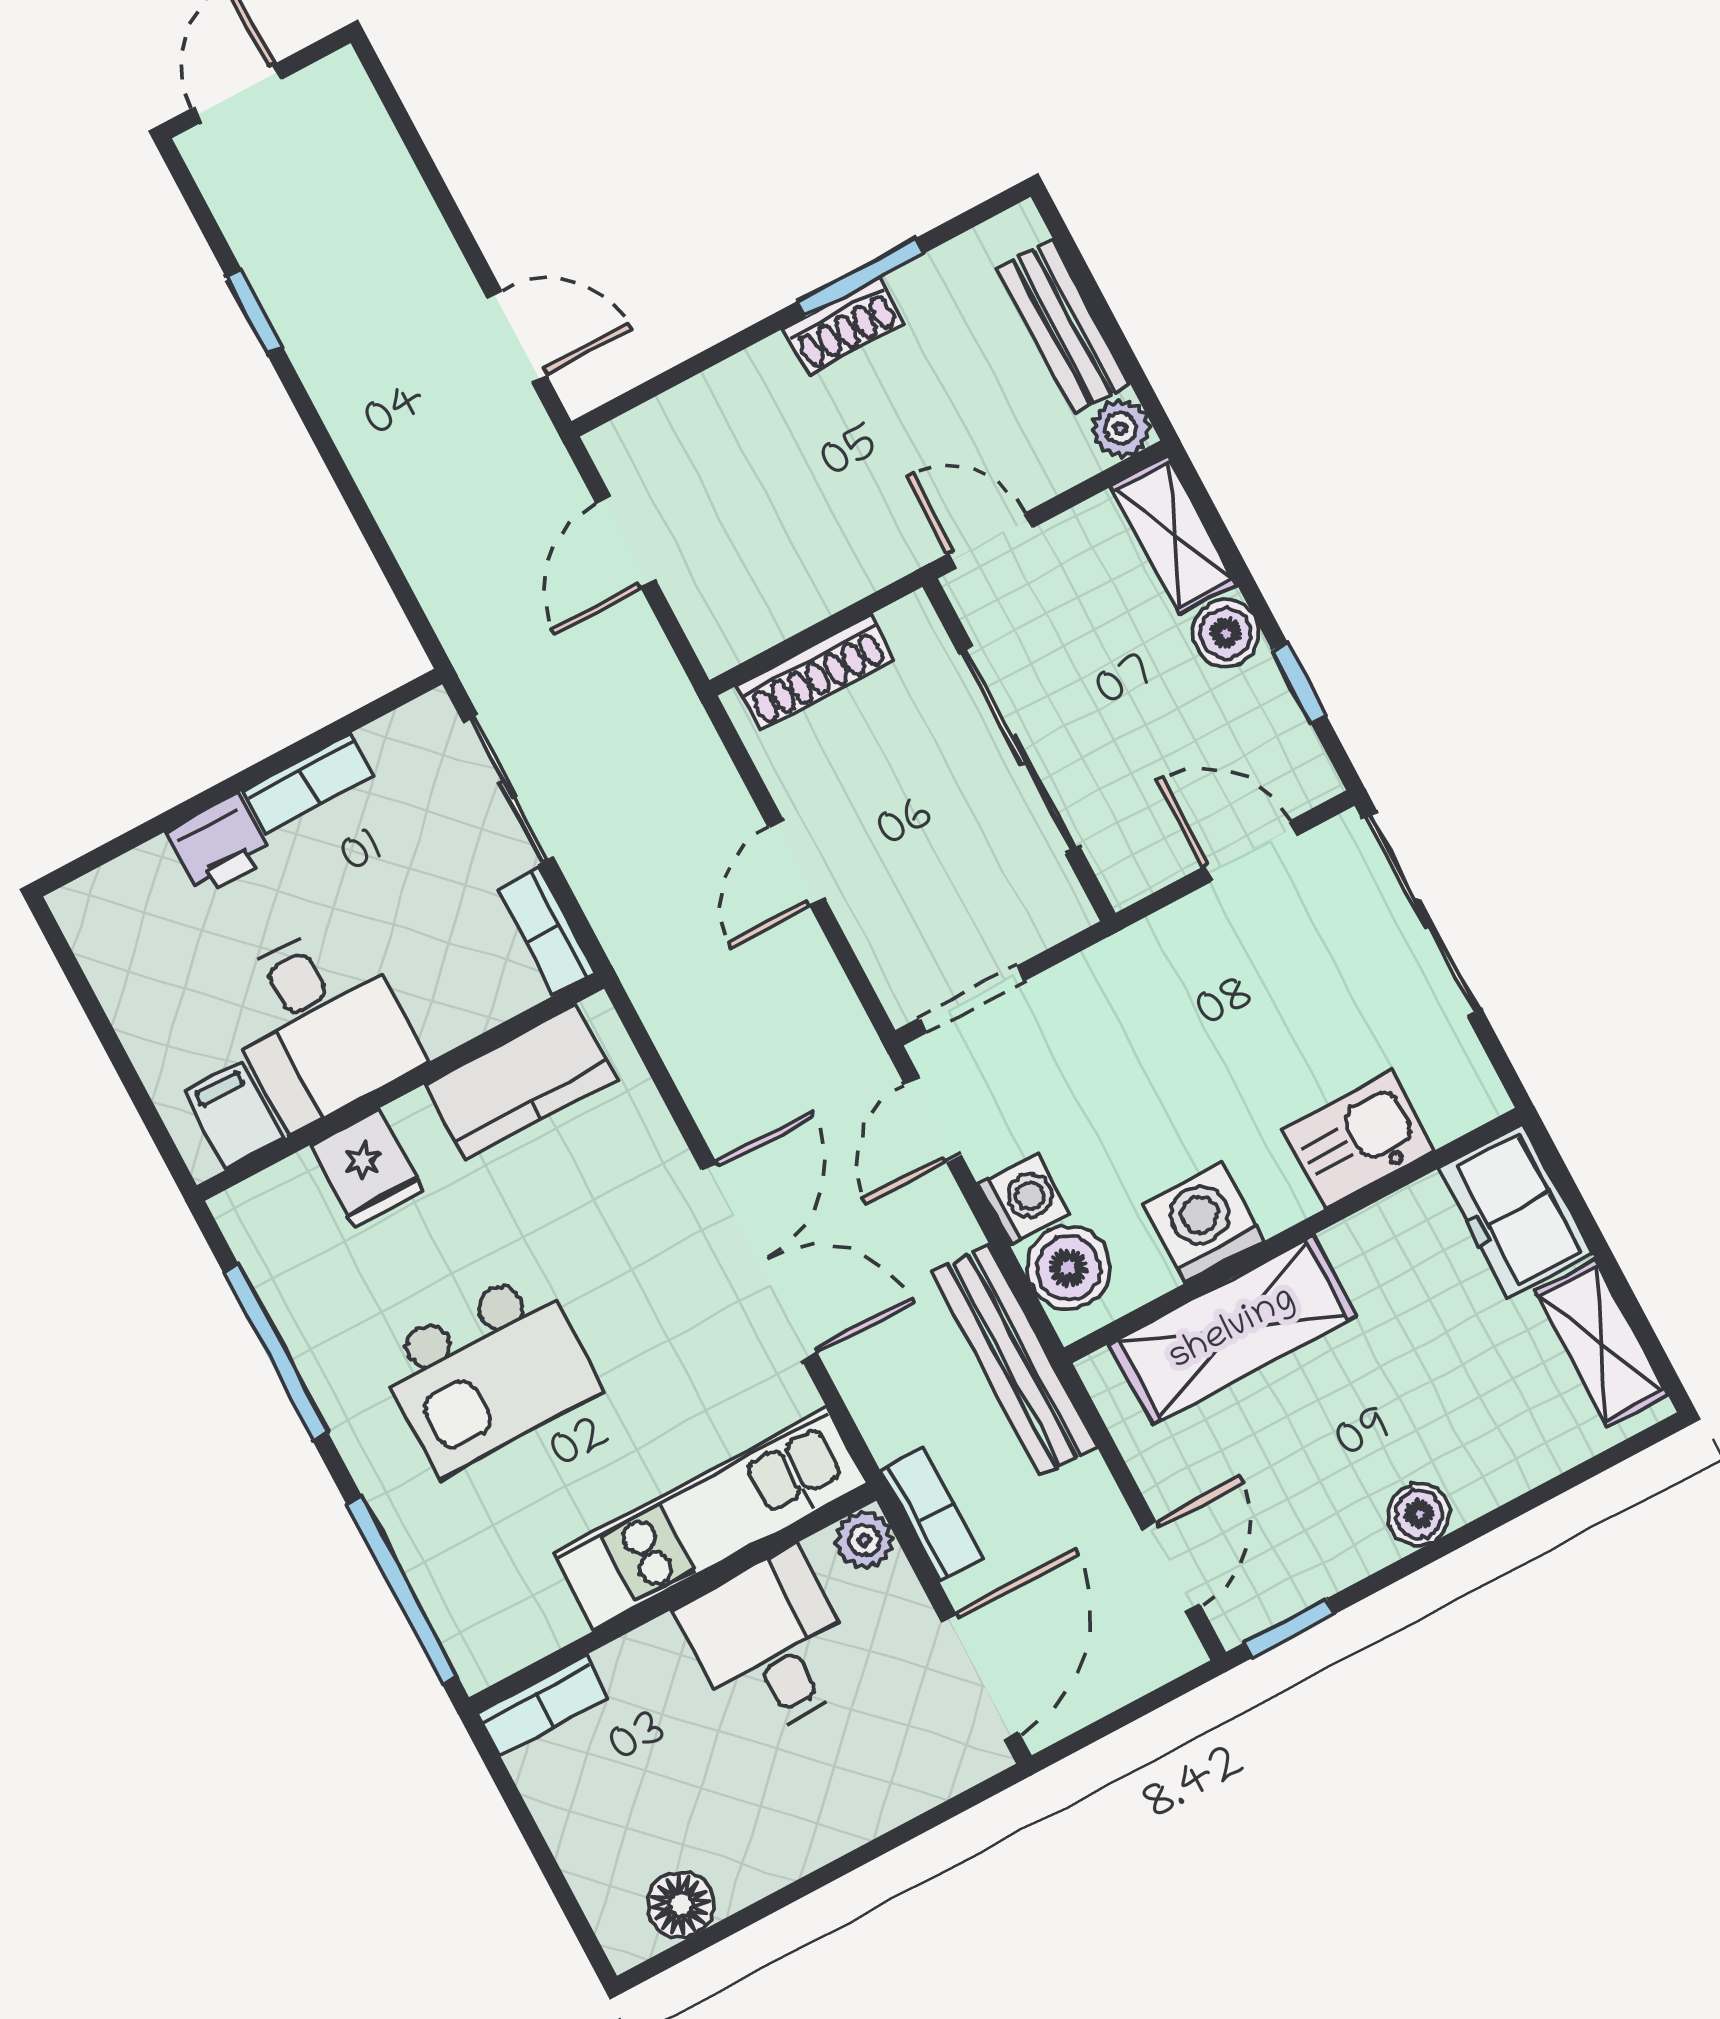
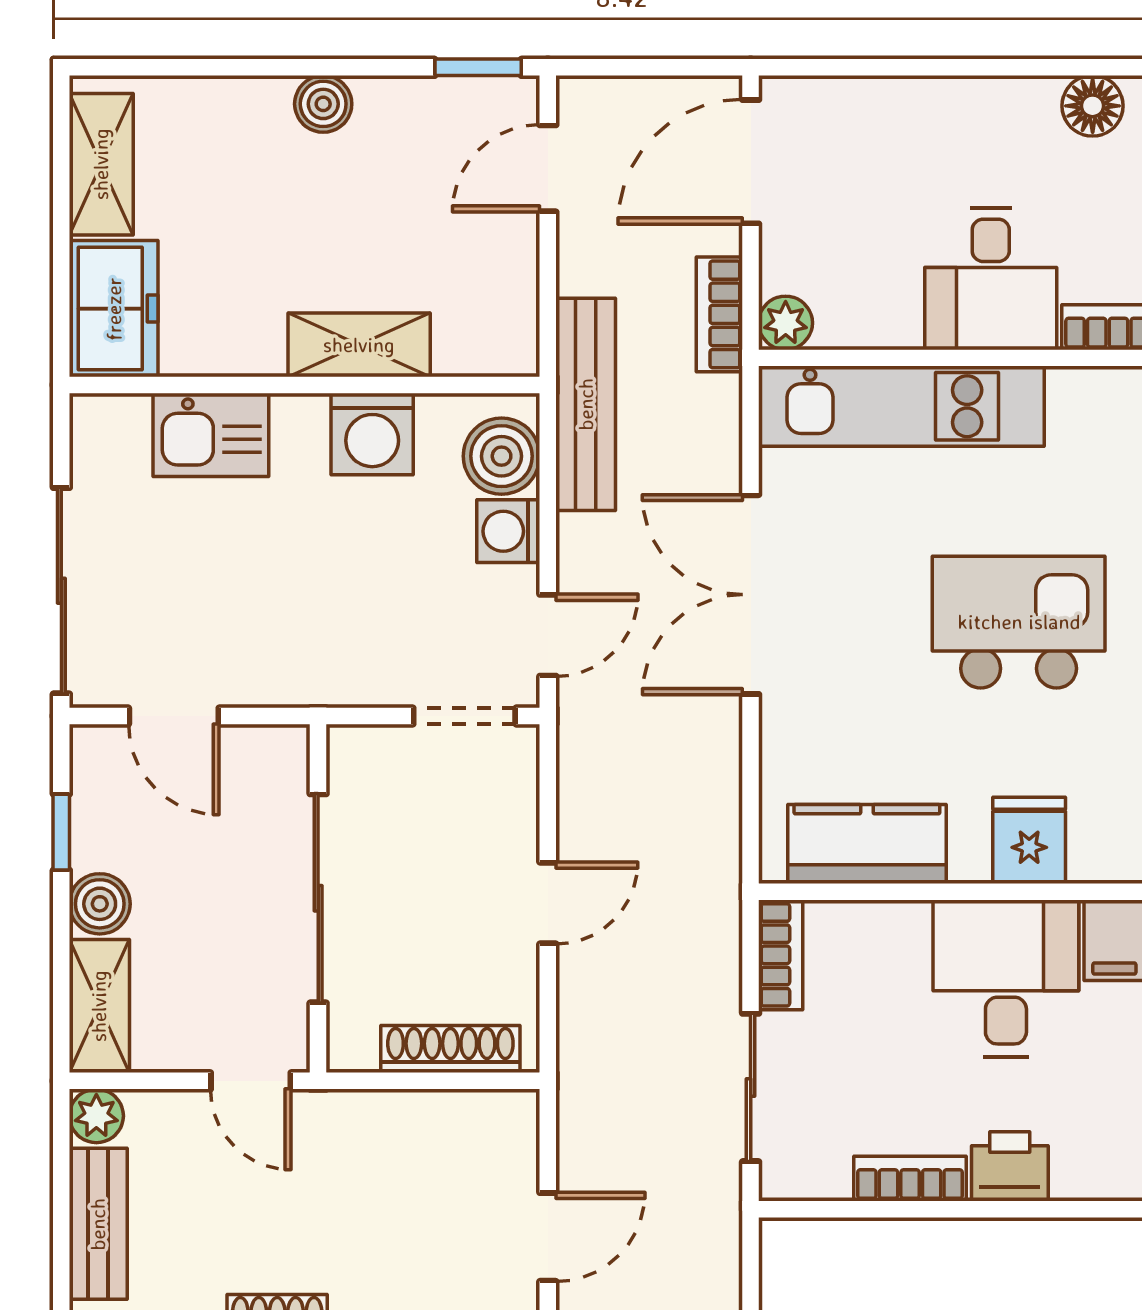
shelving: (1233, 1330) -> (359, 345), width x0.67, depth x0.75
desk: (770, 1644) -> (991, 279), moved

